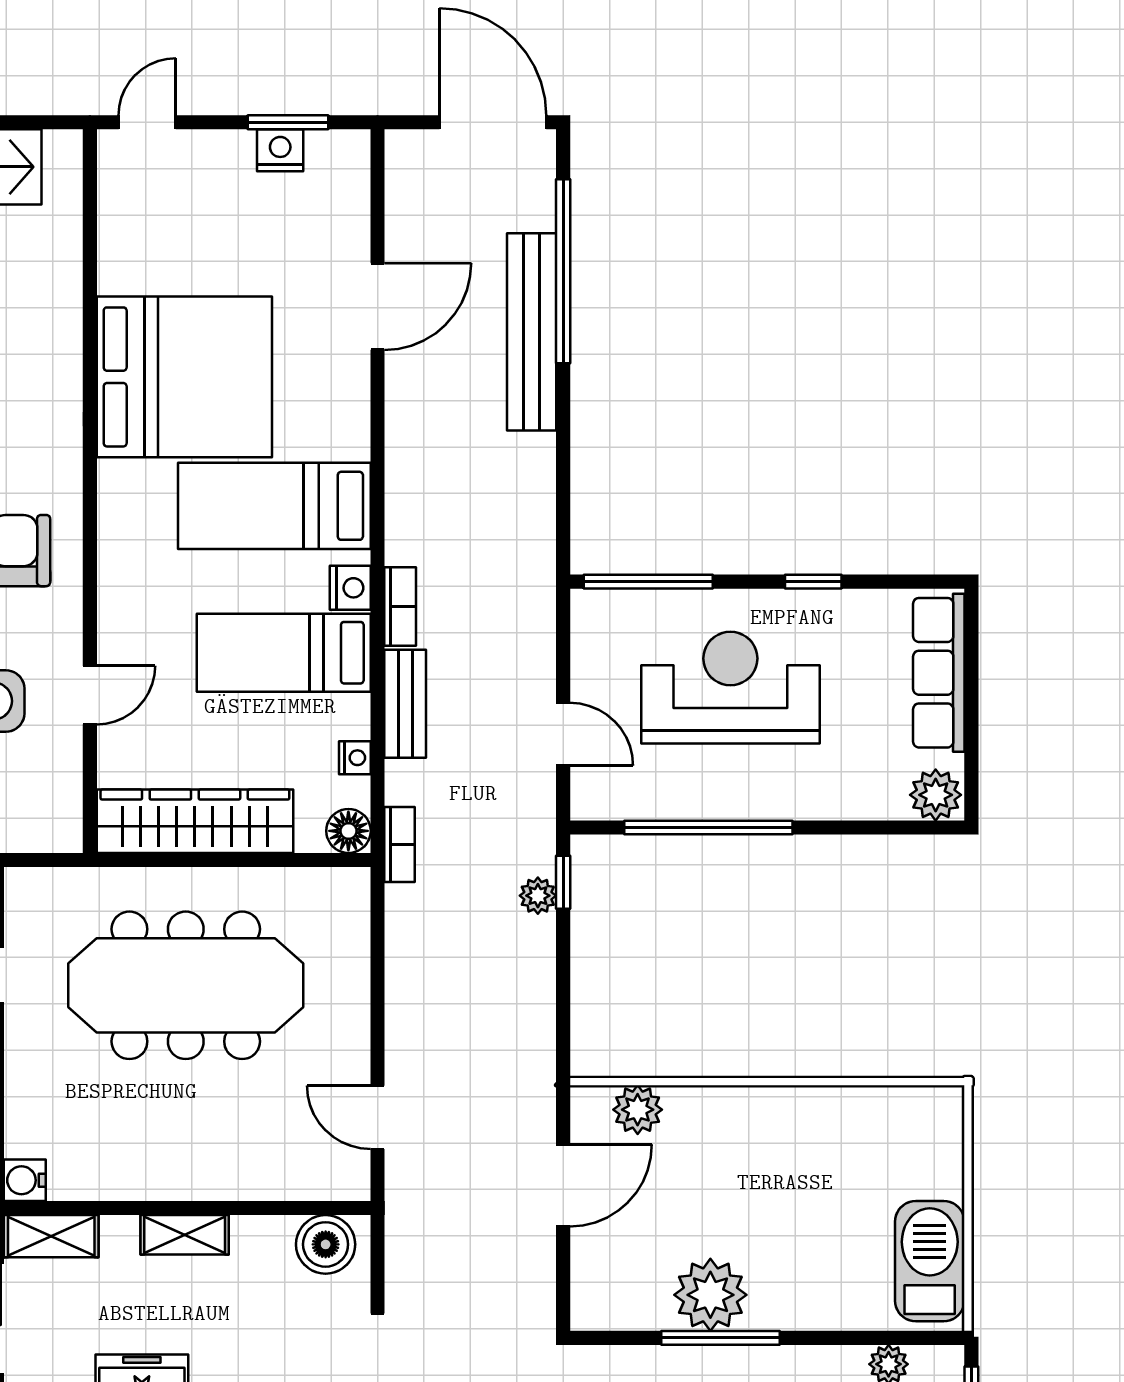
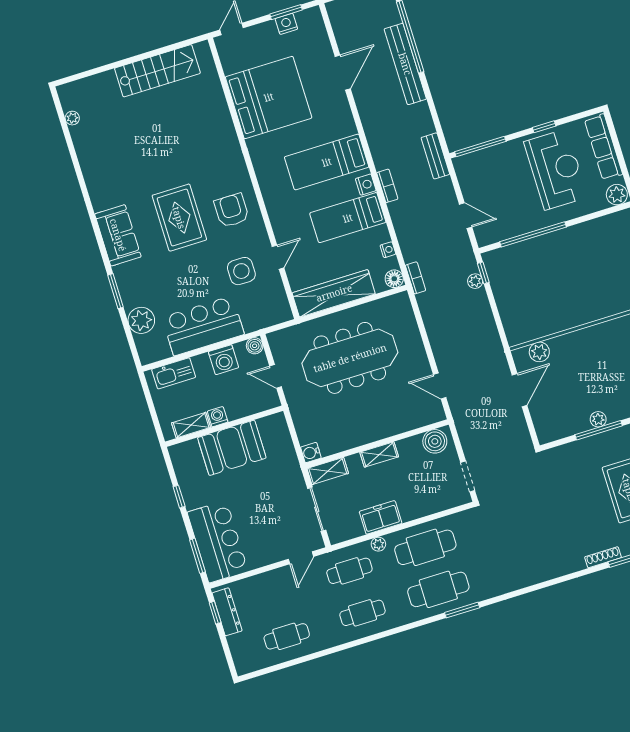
bed: (184, 377) -> (269, 97), moved
reception desk: (730, 688) -> (556, 169), moved, turned 90
bench: (405, 704) -> (435, 156), moved
plant: (710, 1295) -> (598, 419), width x0.53, depth x0.53

